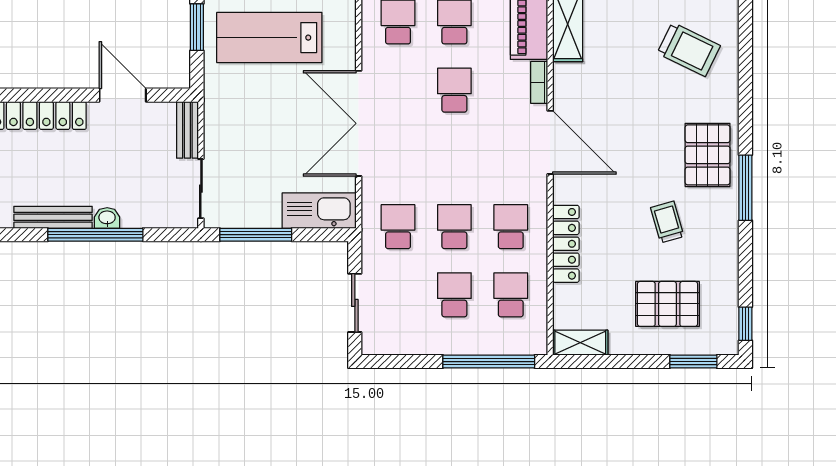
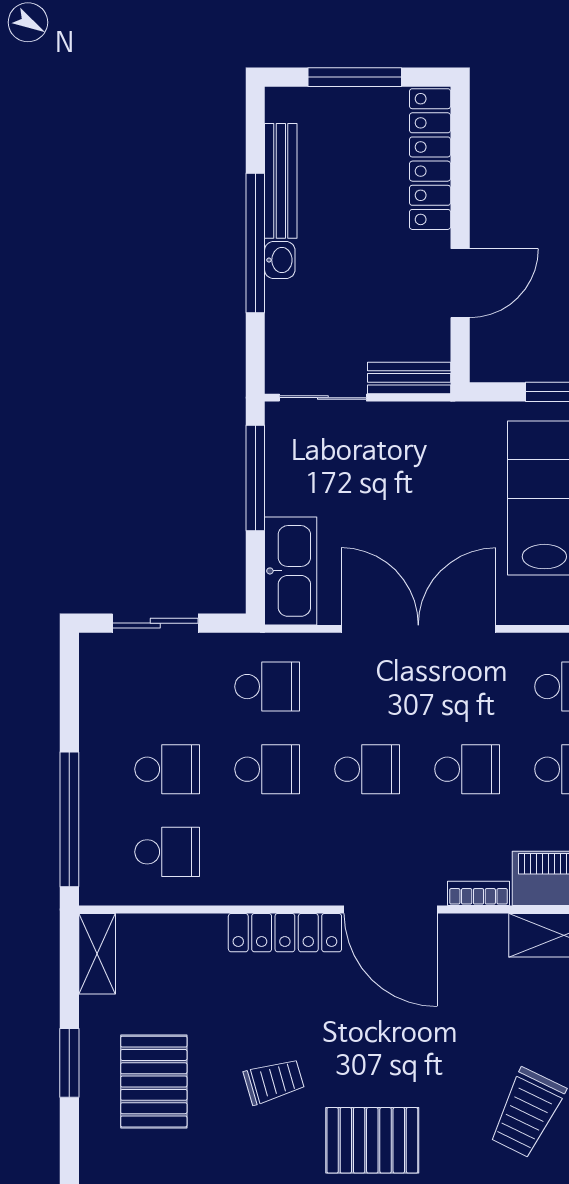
door: (550, 142) -> (391, 910), hinge flipped
school desk: (511, 227) -> (367, 769), moved
locker: (566, 244) -> (285, 933), moved
window: (693, 362) -> (69, 1063), moved

